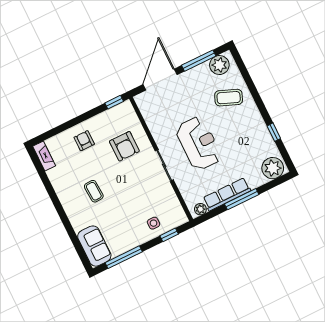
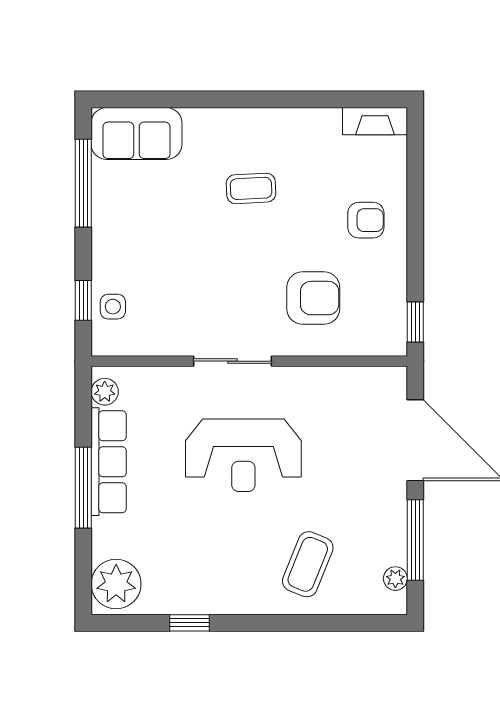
plant: (219, 65) -> (395, 579), width x0.53, depth x0.53
armchair: (124, 146) -> (313, 298), turned 180
side table: (154, 223) -> (113, 307), moved

